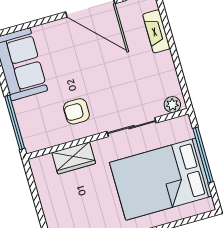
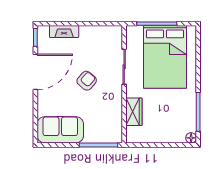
plant: (172, 105) -> (117, 35), removed
armchair: (76, 111) -> (87, 81), moved, turned -139

